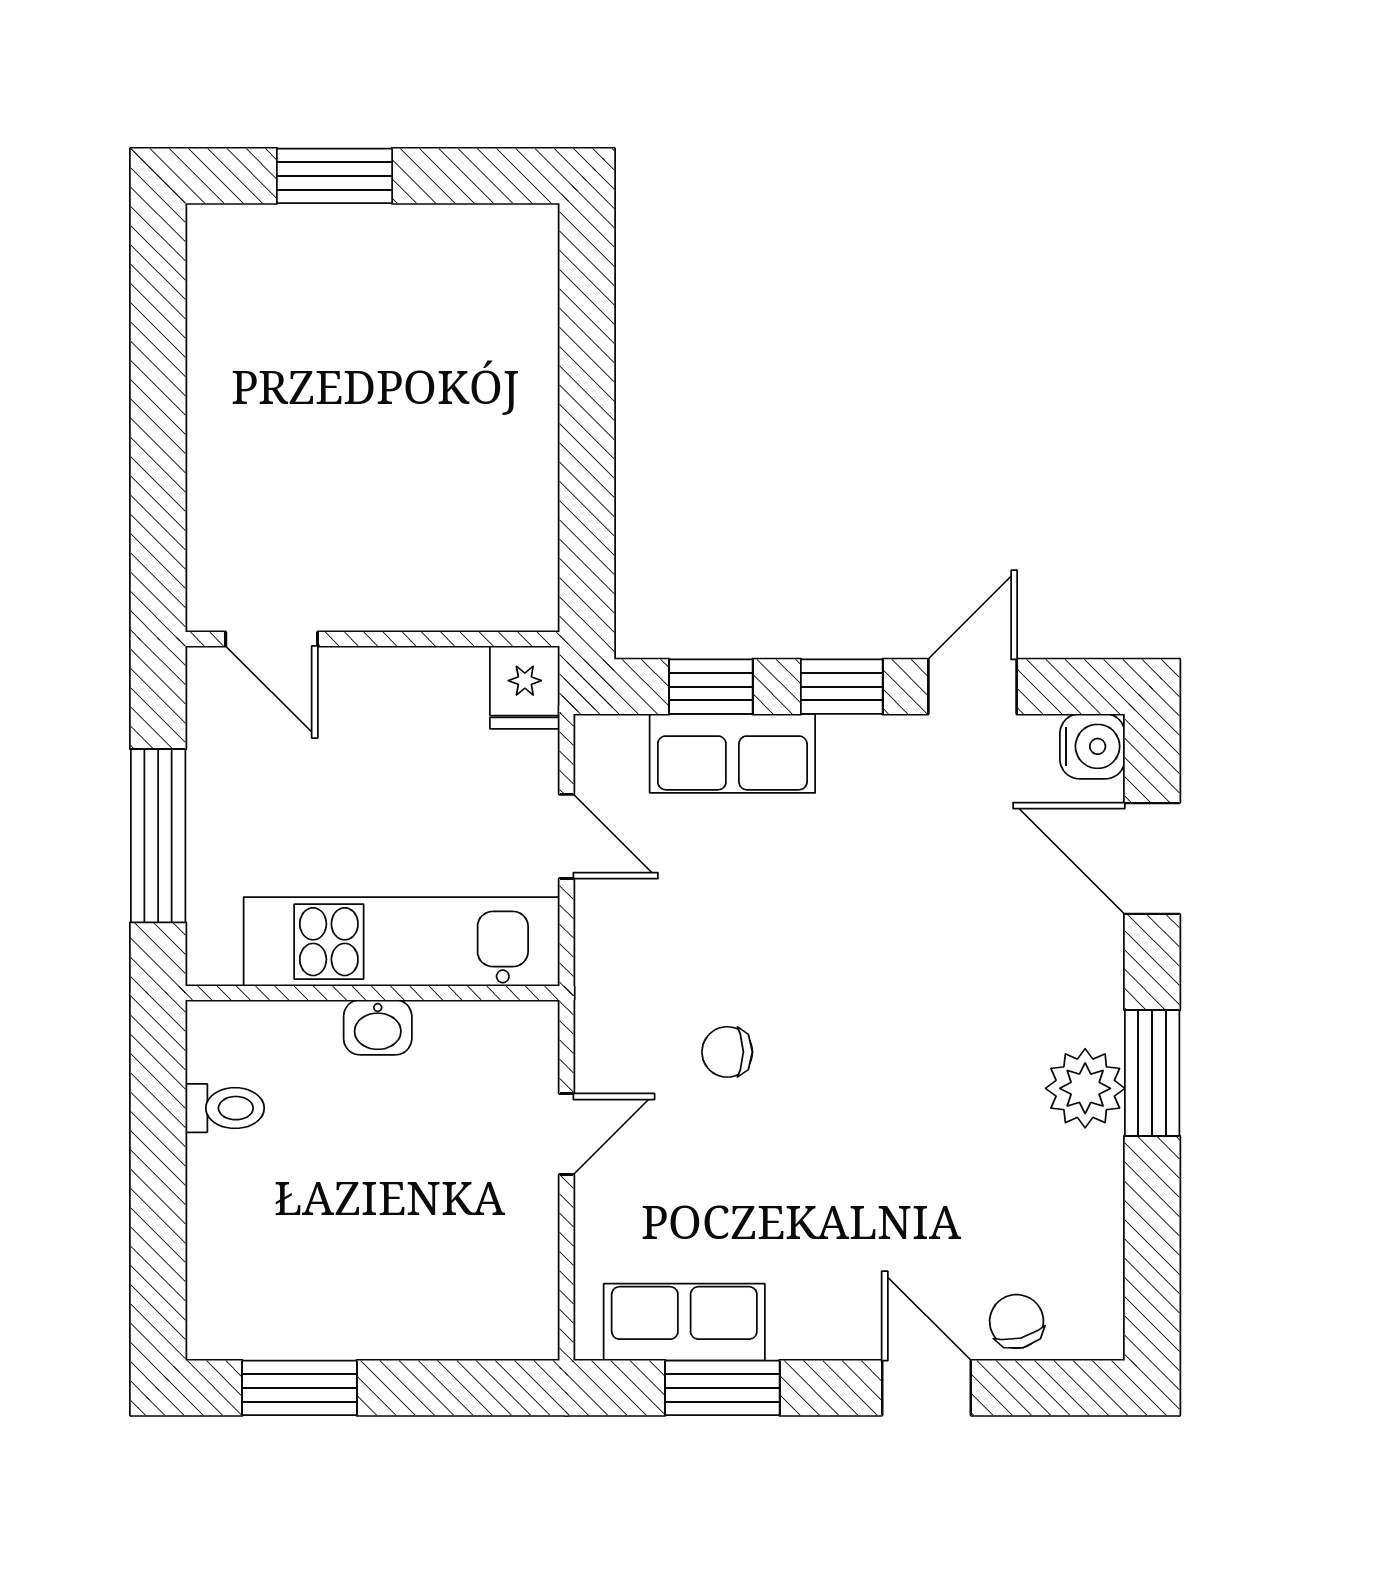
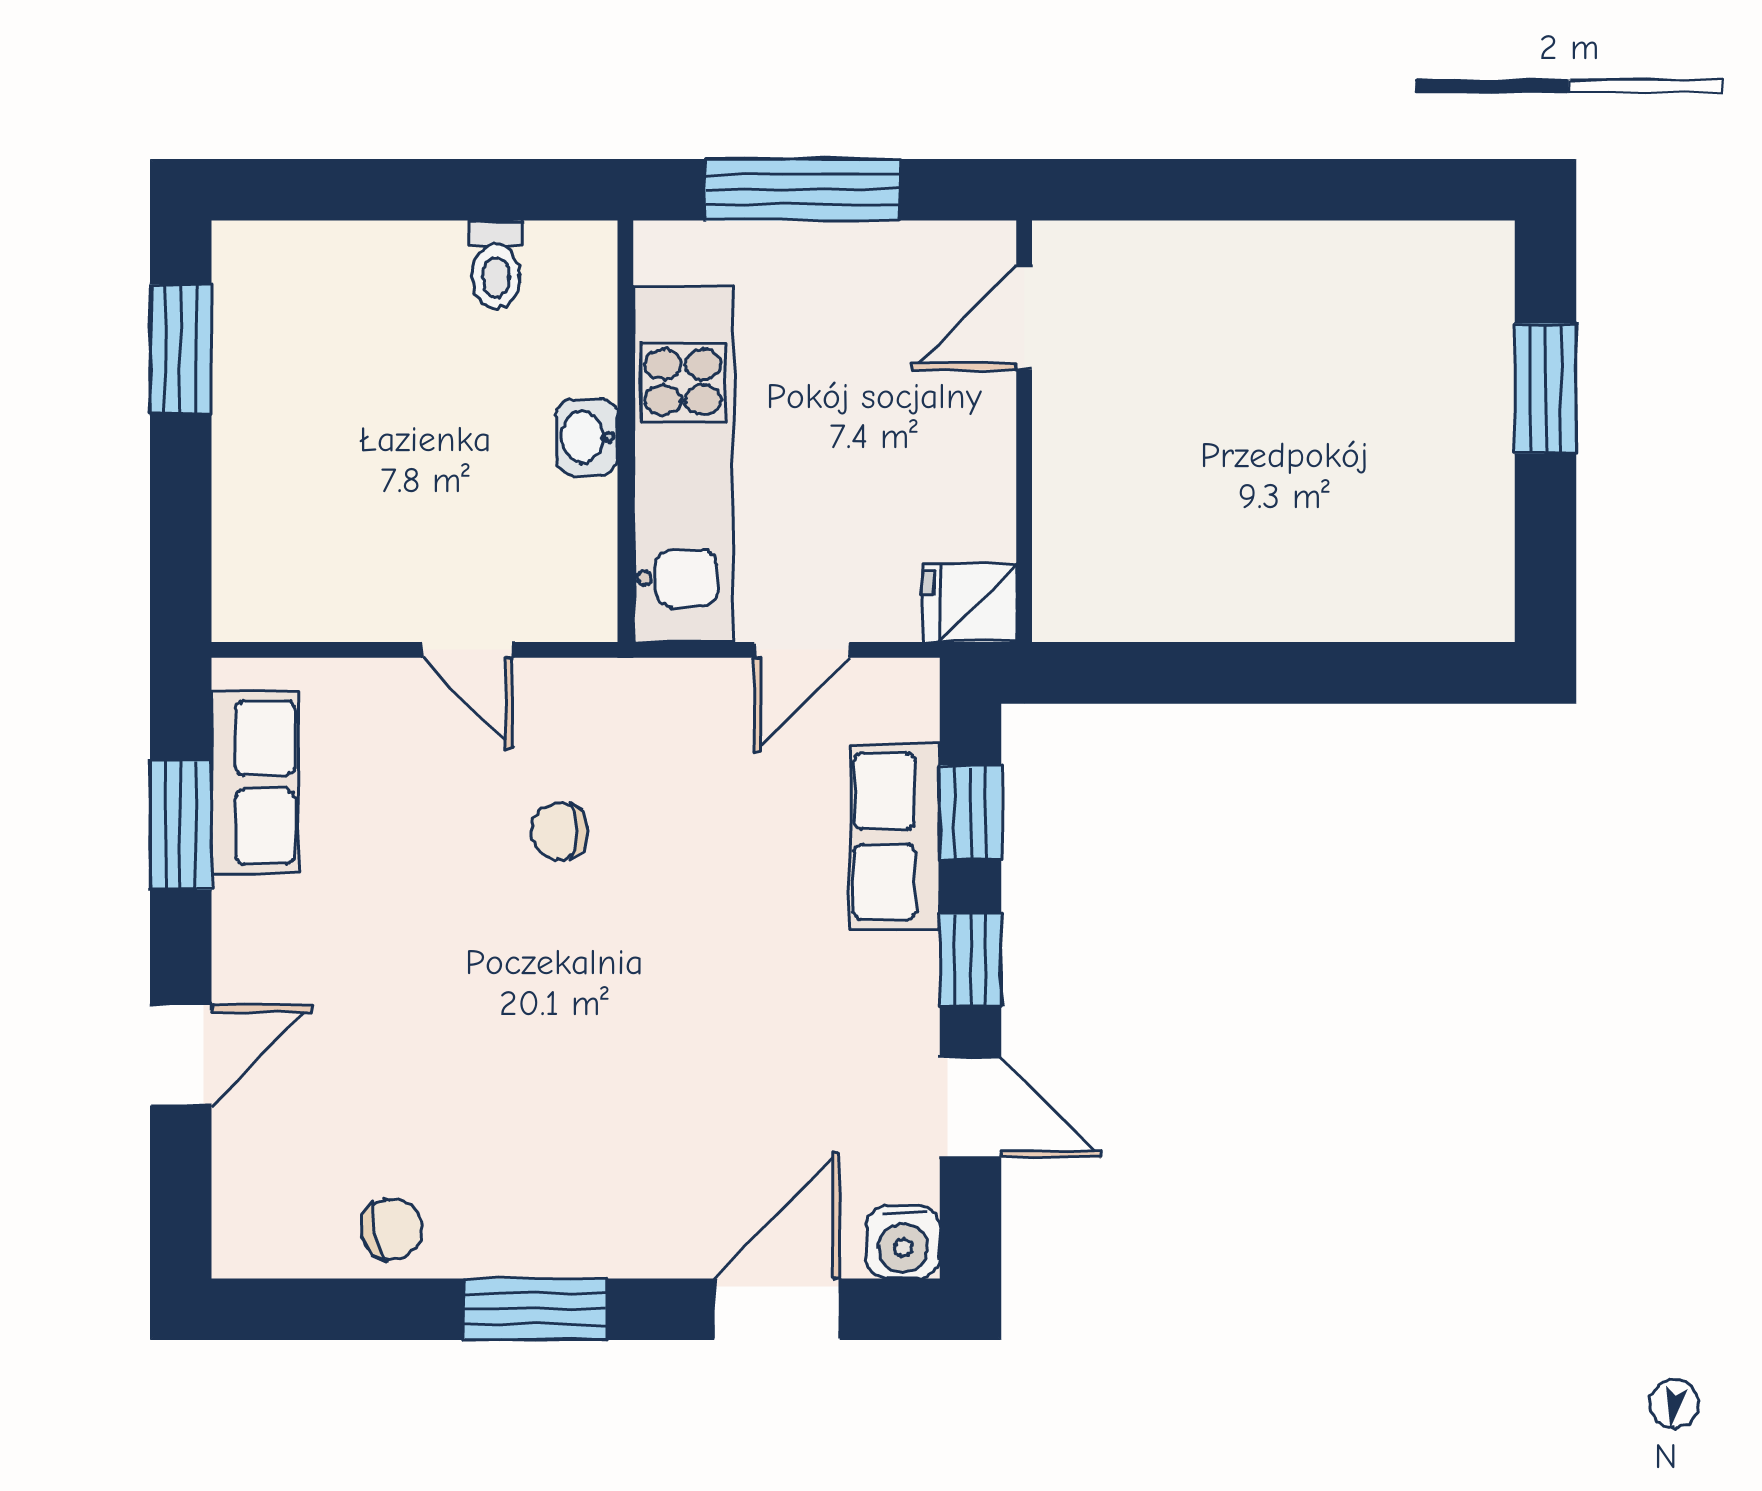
chair: (727, 1052) -> (559, 831), turned -90
plant: (1085, 1088) -> (518, 1234), removed
chair: (1017, 1321) -> (392, 1229), moved

